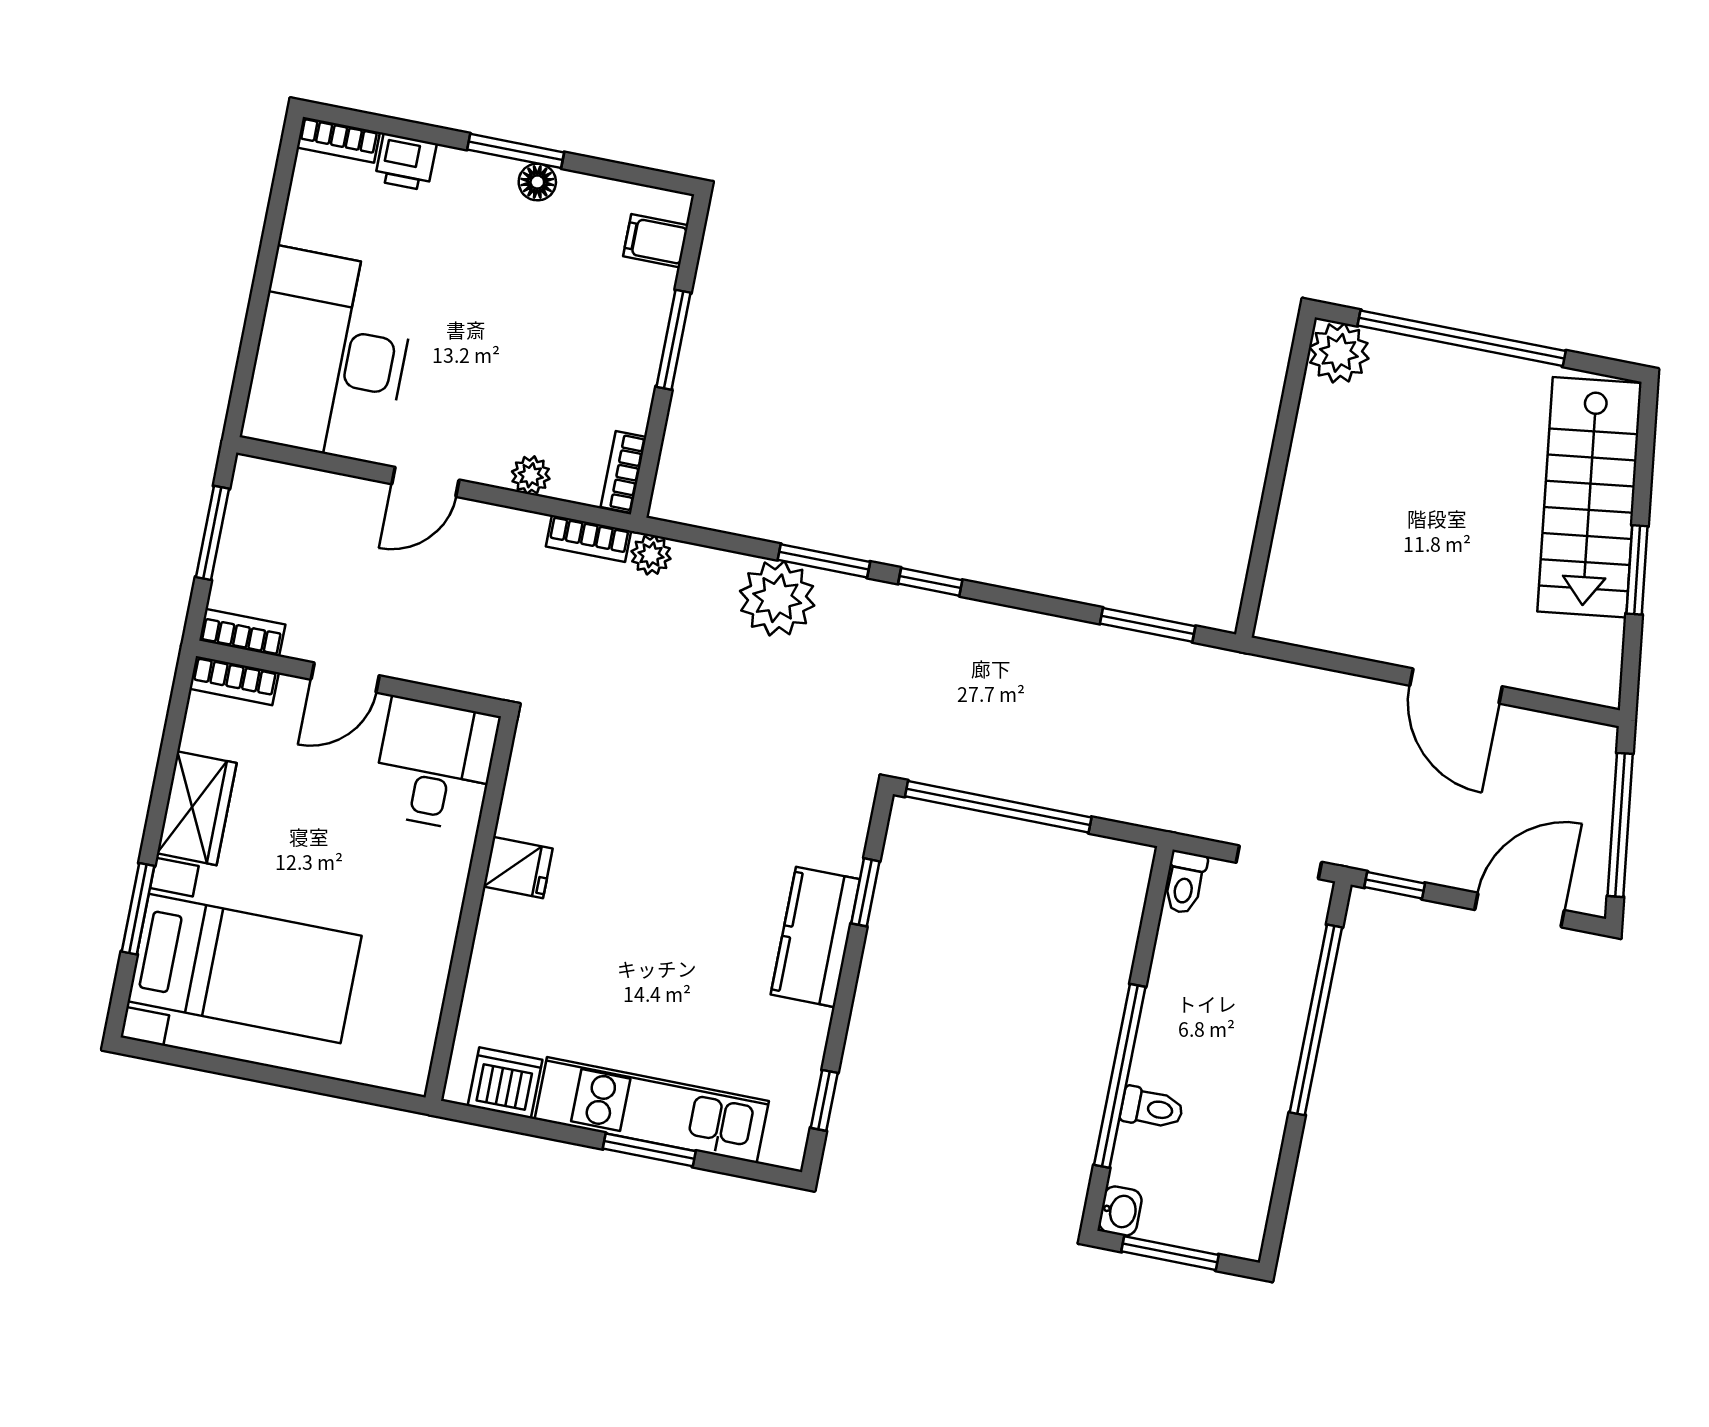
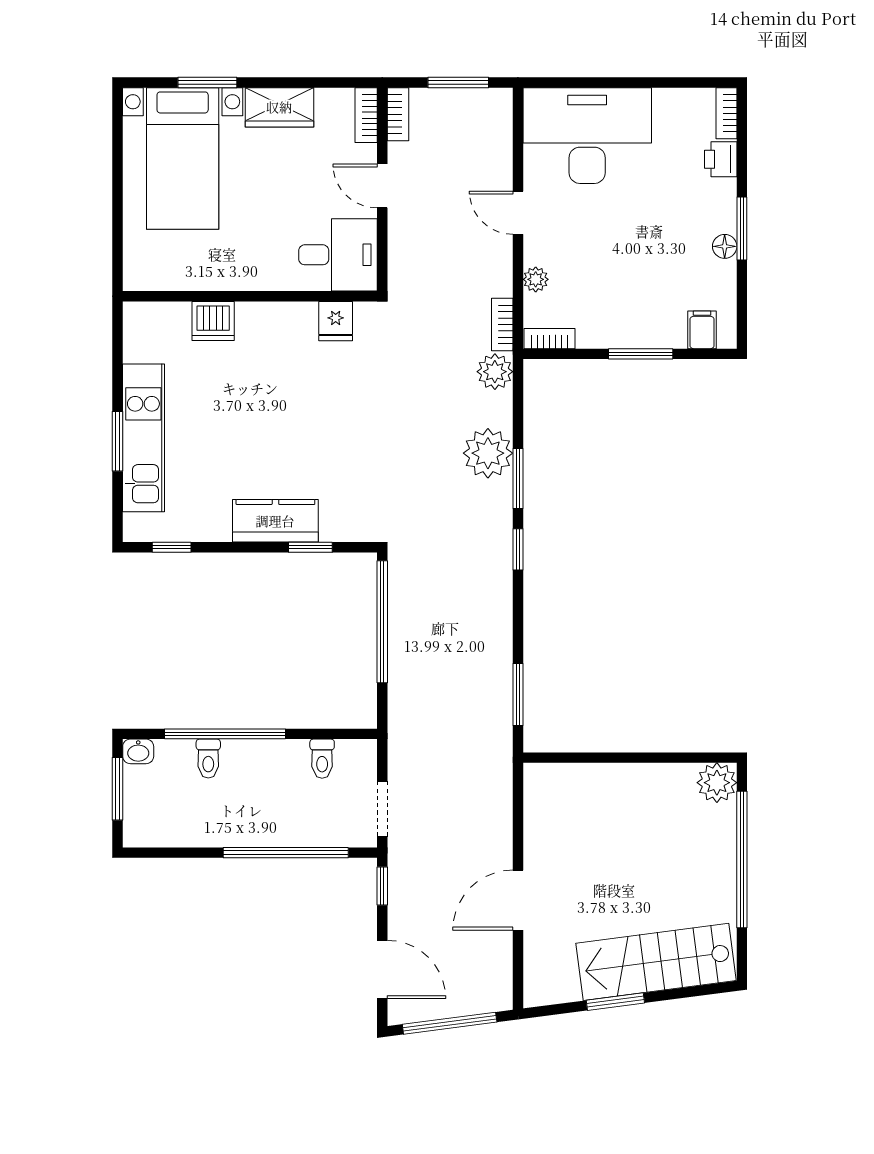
plant: (651, 555) -> (495, 372), width x1.38, depth x1.38
fridge: (518, 867) -> (336, 321), moved
toilet: (1185, 882) -> (322, 759), moved, turned -90
dishwasher: (505, 1083) -> (213, 321), moved, turned 90

